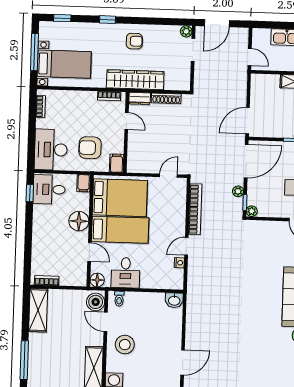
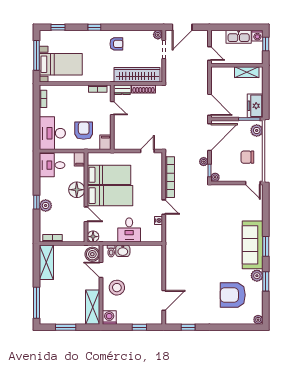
wardrobe: (135, 80) -> (137, 75), moved
door: (248, 121) -> (209, 105), swing flipped
armchair: (90, 148) -> (84, 131), turned 90
window: (30, 193) -> (37, 202), moved
bed: (120, 198) -> (109, 175), width x0.67
plant: (39, 239) -> (46, 205), added
door: (186, 246) -> (164, 207), swing flipped
desk: (125, 273) -> (129, 230), moved
washbasin: (174, 300) -> (123, 251), moved
armchair: (269, 359) -> (233, 295), added

